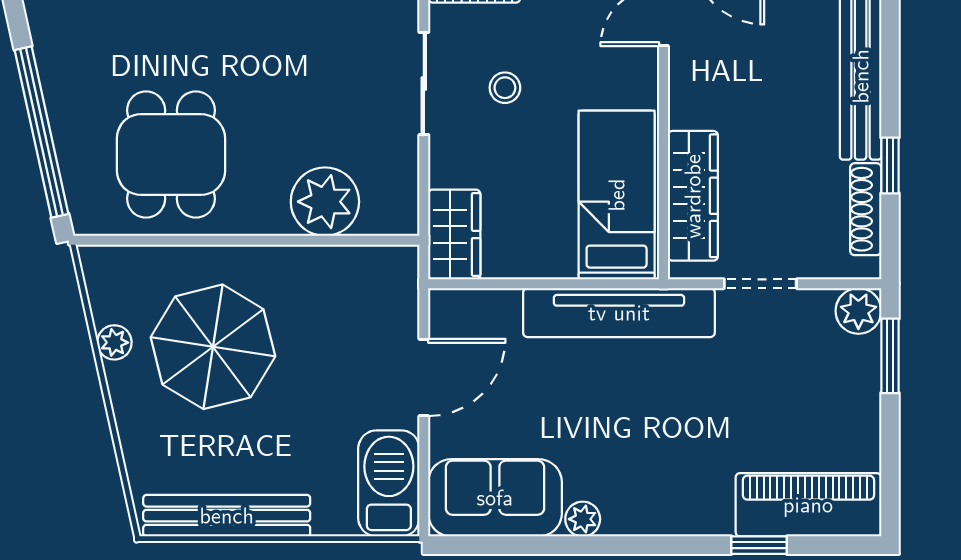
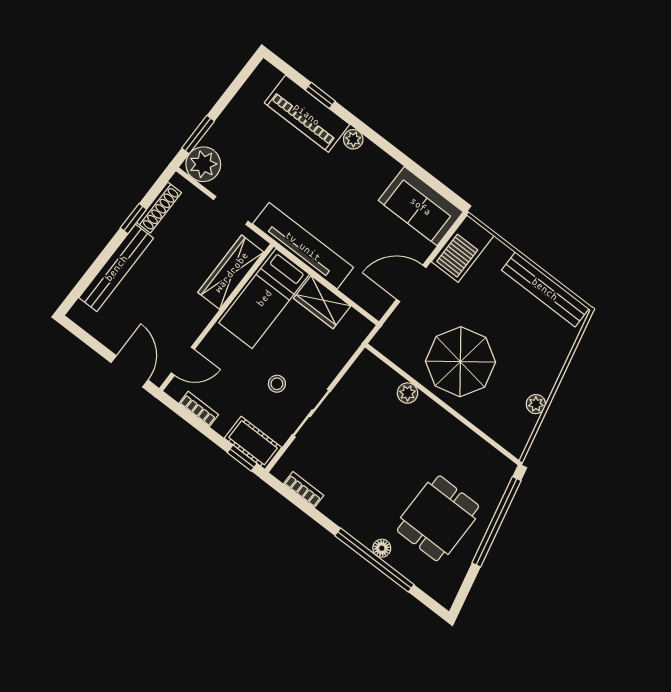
dining table: (171, 154) -> (438, 518), moved
plant: (325, 202) -> (408, 393), width x0.53, depth x0.53
wardrobe: (454, 234) -> (322, 302), moved, turned -90
plant: (858, 311) -> (203, 164), width x1.36, depth x1.36
parasol: (213, 347) -> (460, 362), moved
piano: (808, 505) -> (307, 114), moved
plant: (583, 519) -> (353, 139), moved

